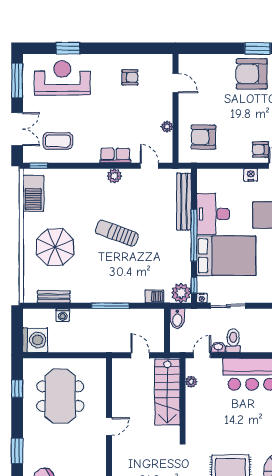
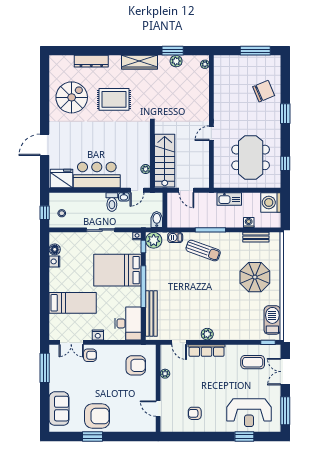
row of seats: (115, 156) -> (207, 351), width x1.48
desk: (213, 214) -> (128, 323), moved
sun lounger: (117, 233) -> (203, 251), moved
sliding door: (228, 306) -> (101, 230), moved
kitchen sink: (87, 344) -> (229, 199), added

